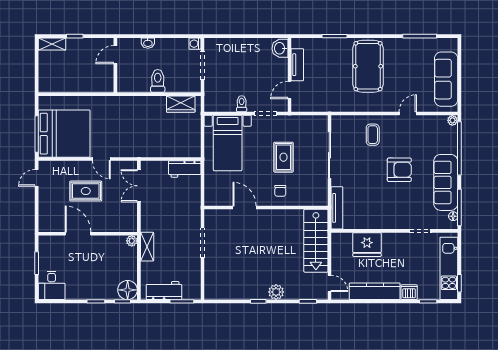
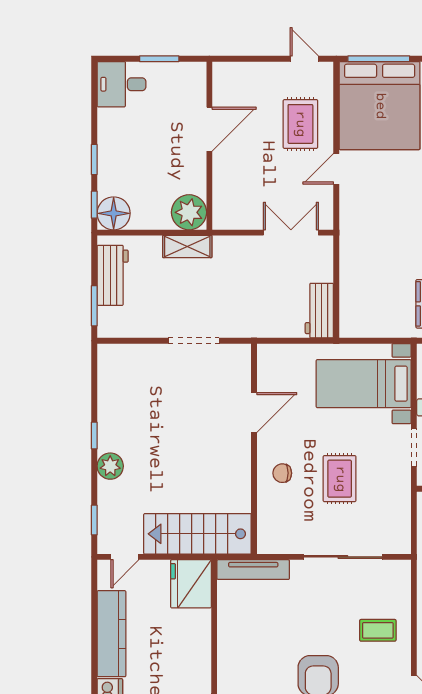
rug: (283, 157) -> (340, 479), turned 90
rug: (86, 191) -> (300, 124), moved
plant: (132, 241) -> (189, 212), width x1.88, depth x1.88
fridge: (367, 245) -> (191, 584), moved

